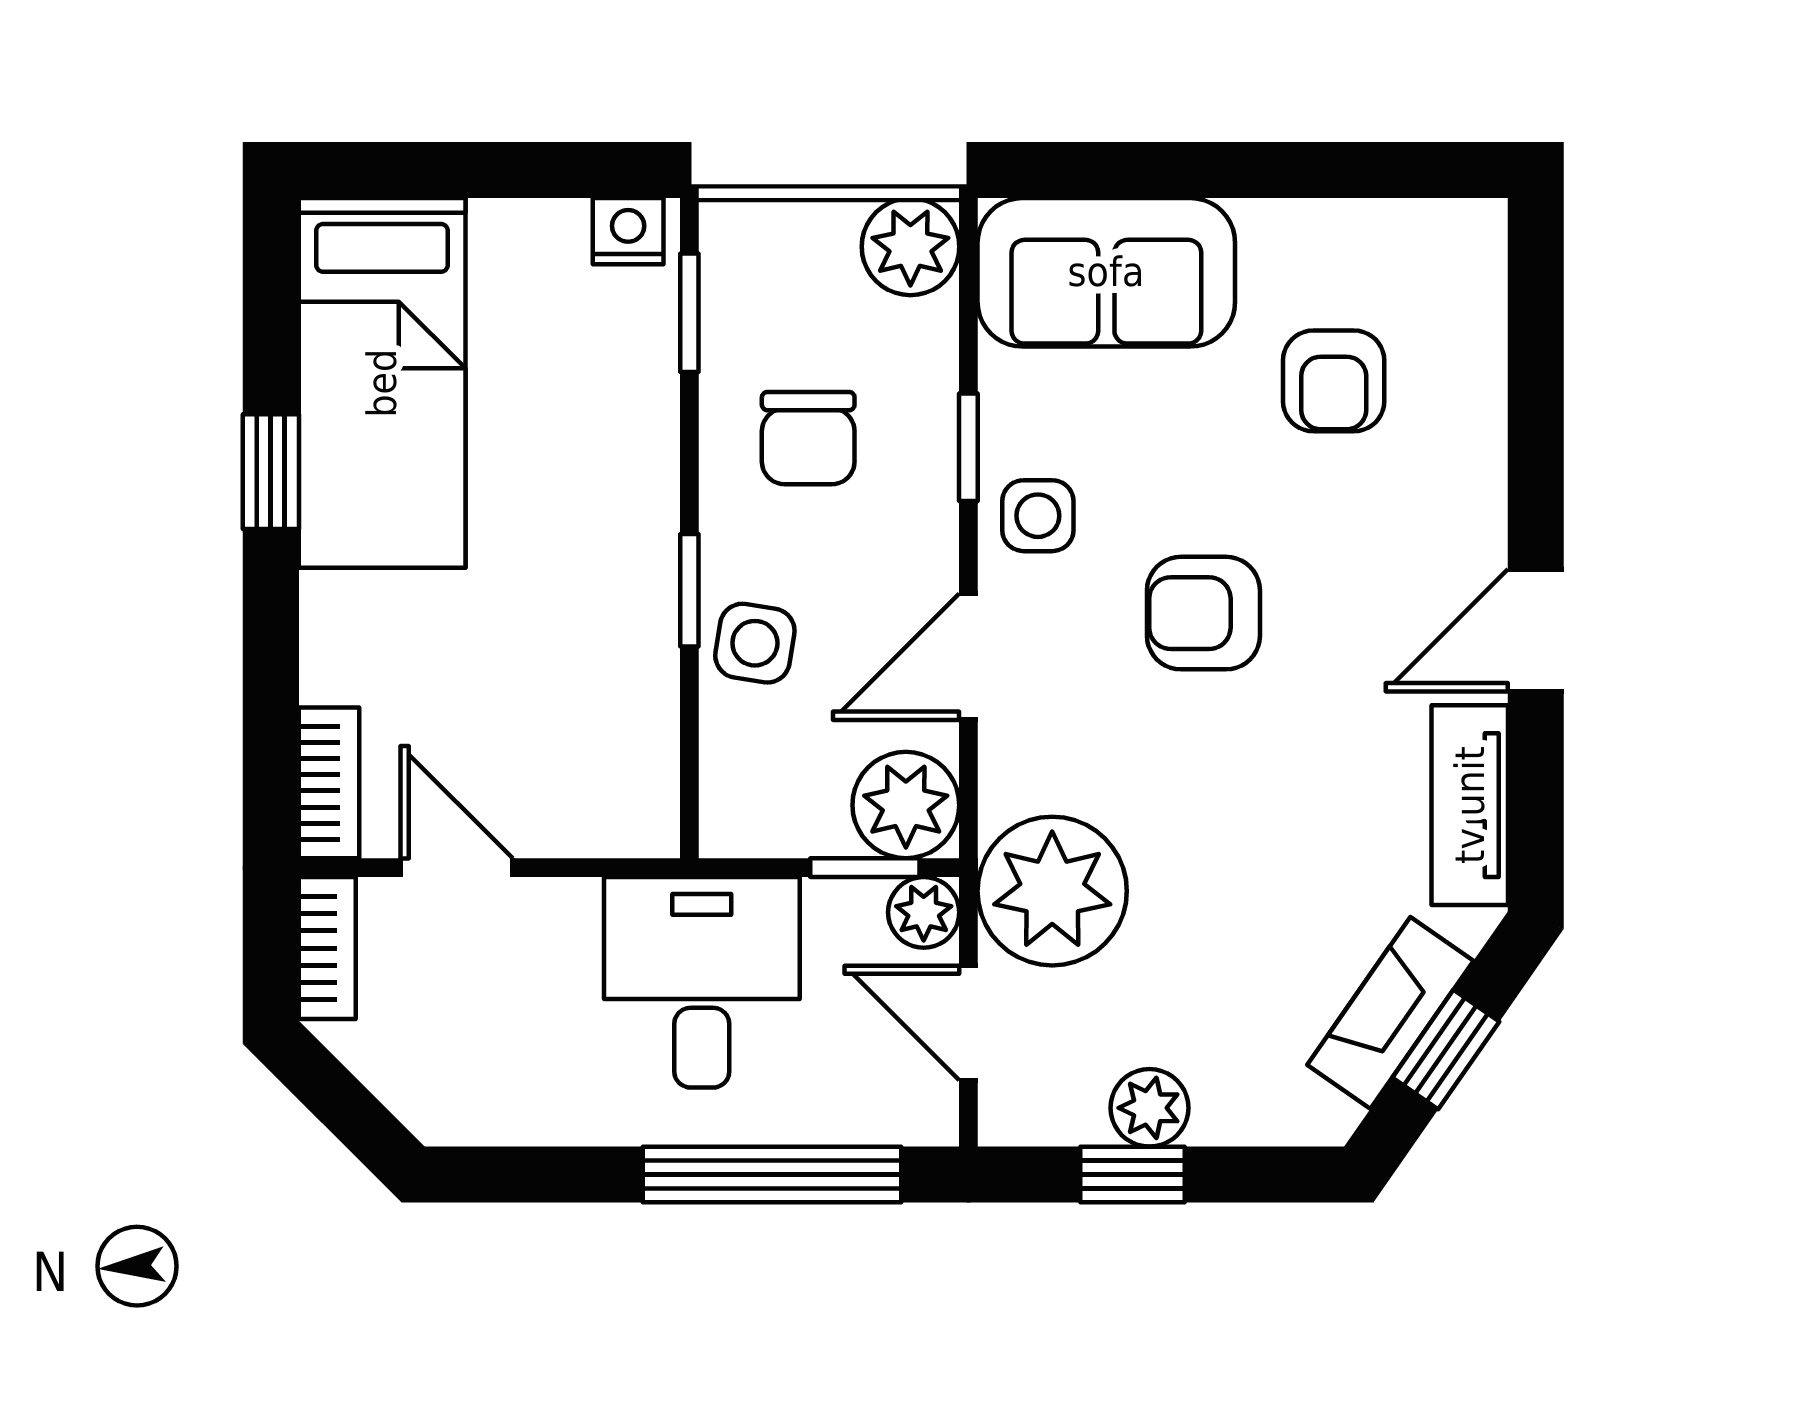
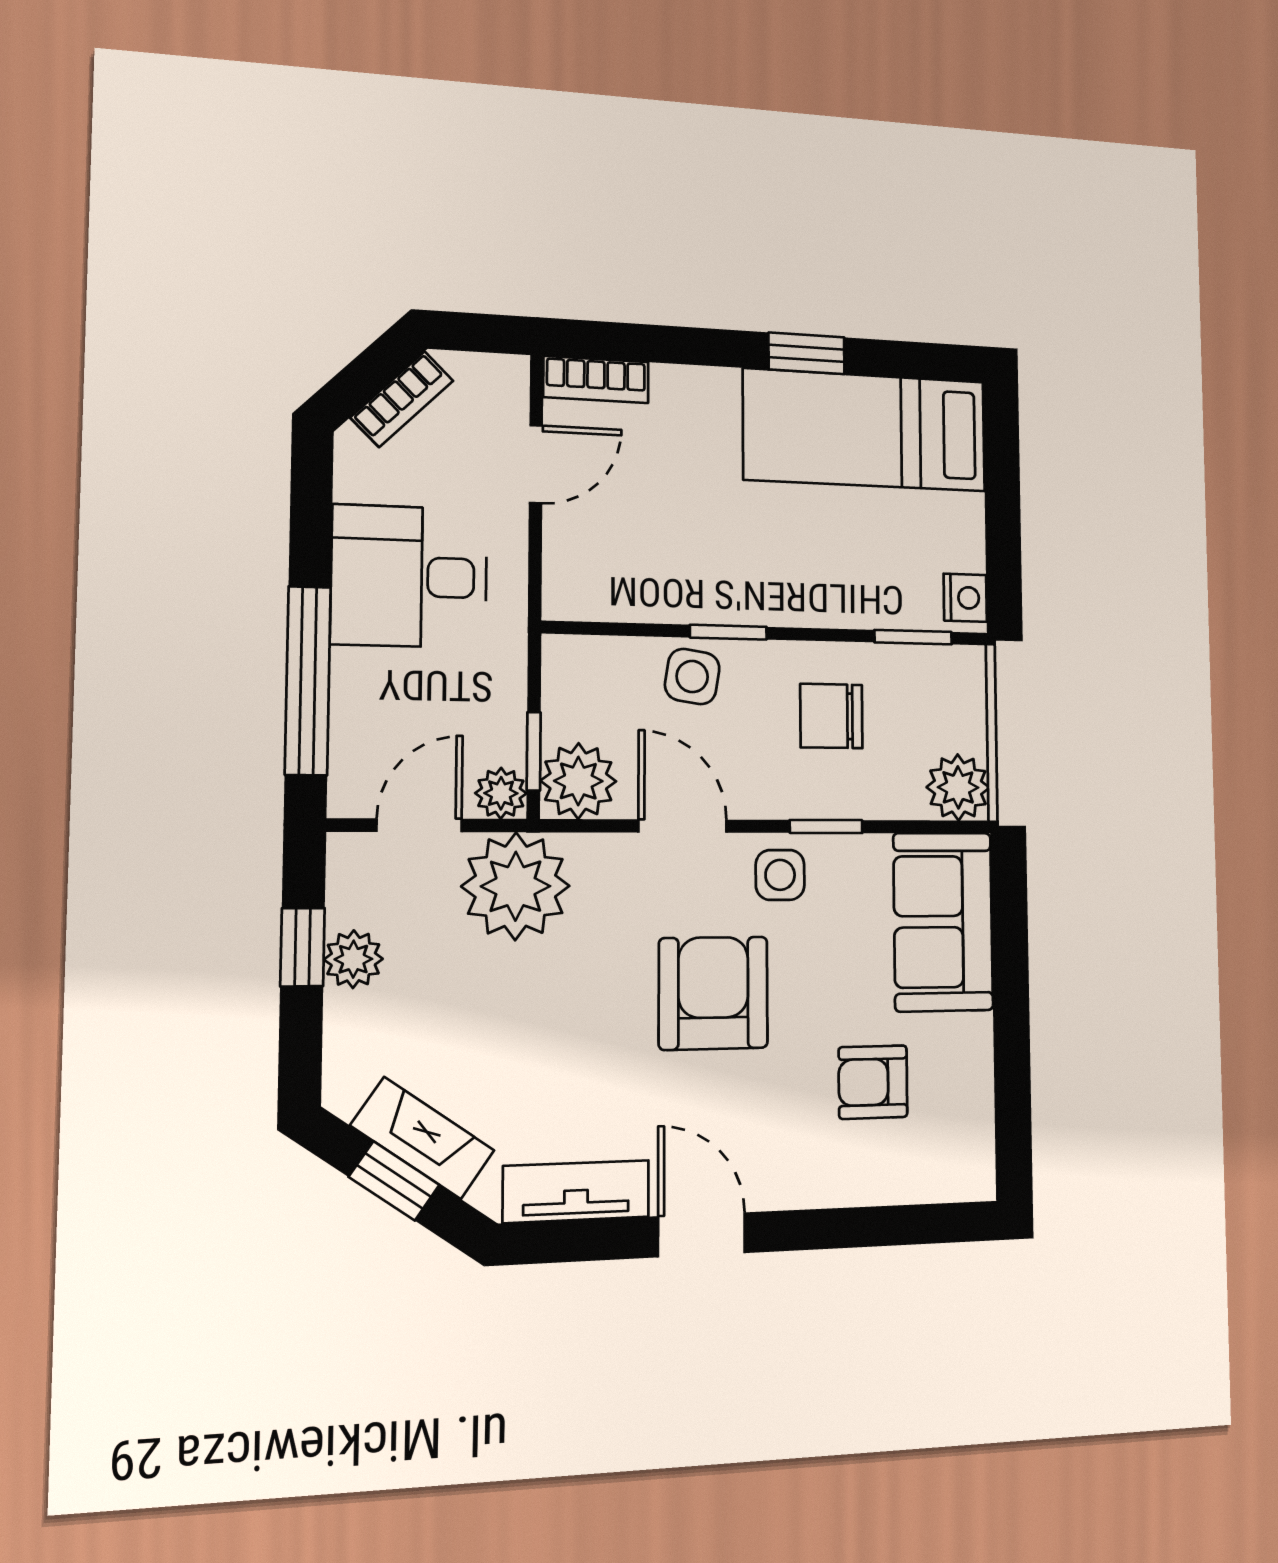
armchair: (1203, 613) -> (713, 993), width x1.38, depth x1.38
bookcase: (327, 948) -> (402, 399), moved, turned -45
desk: (702, 982) -> (409, 576), moved, turned 180

